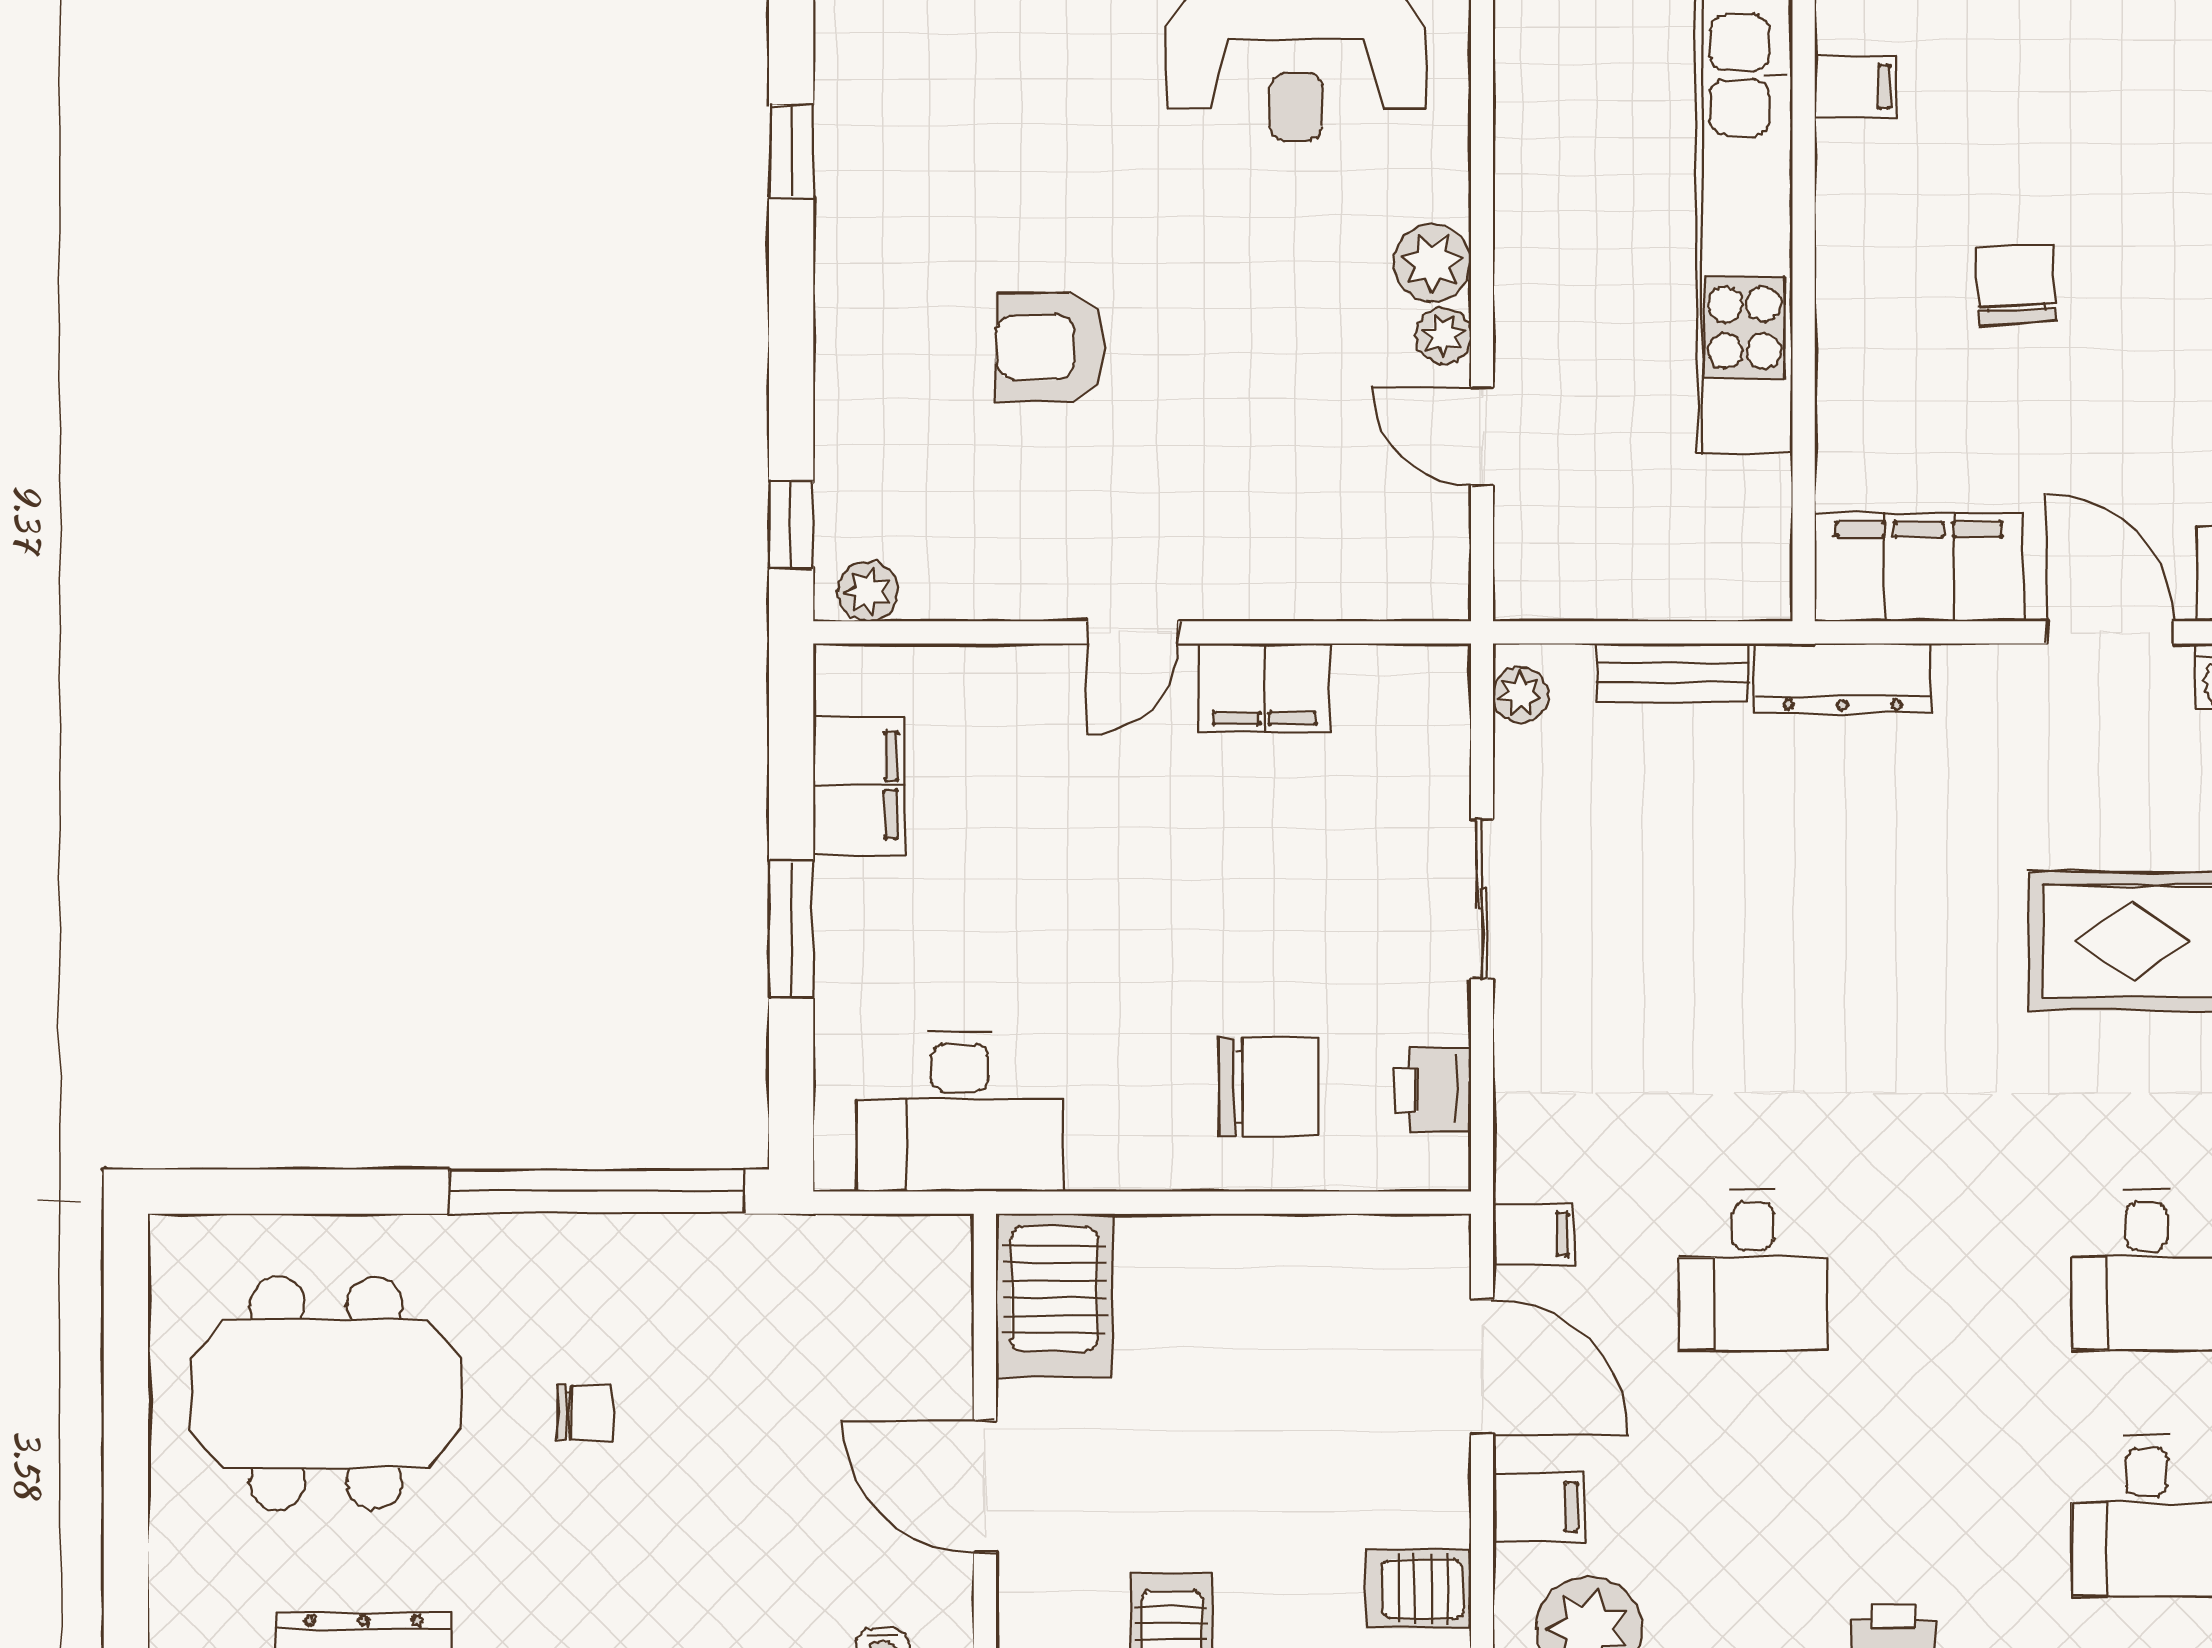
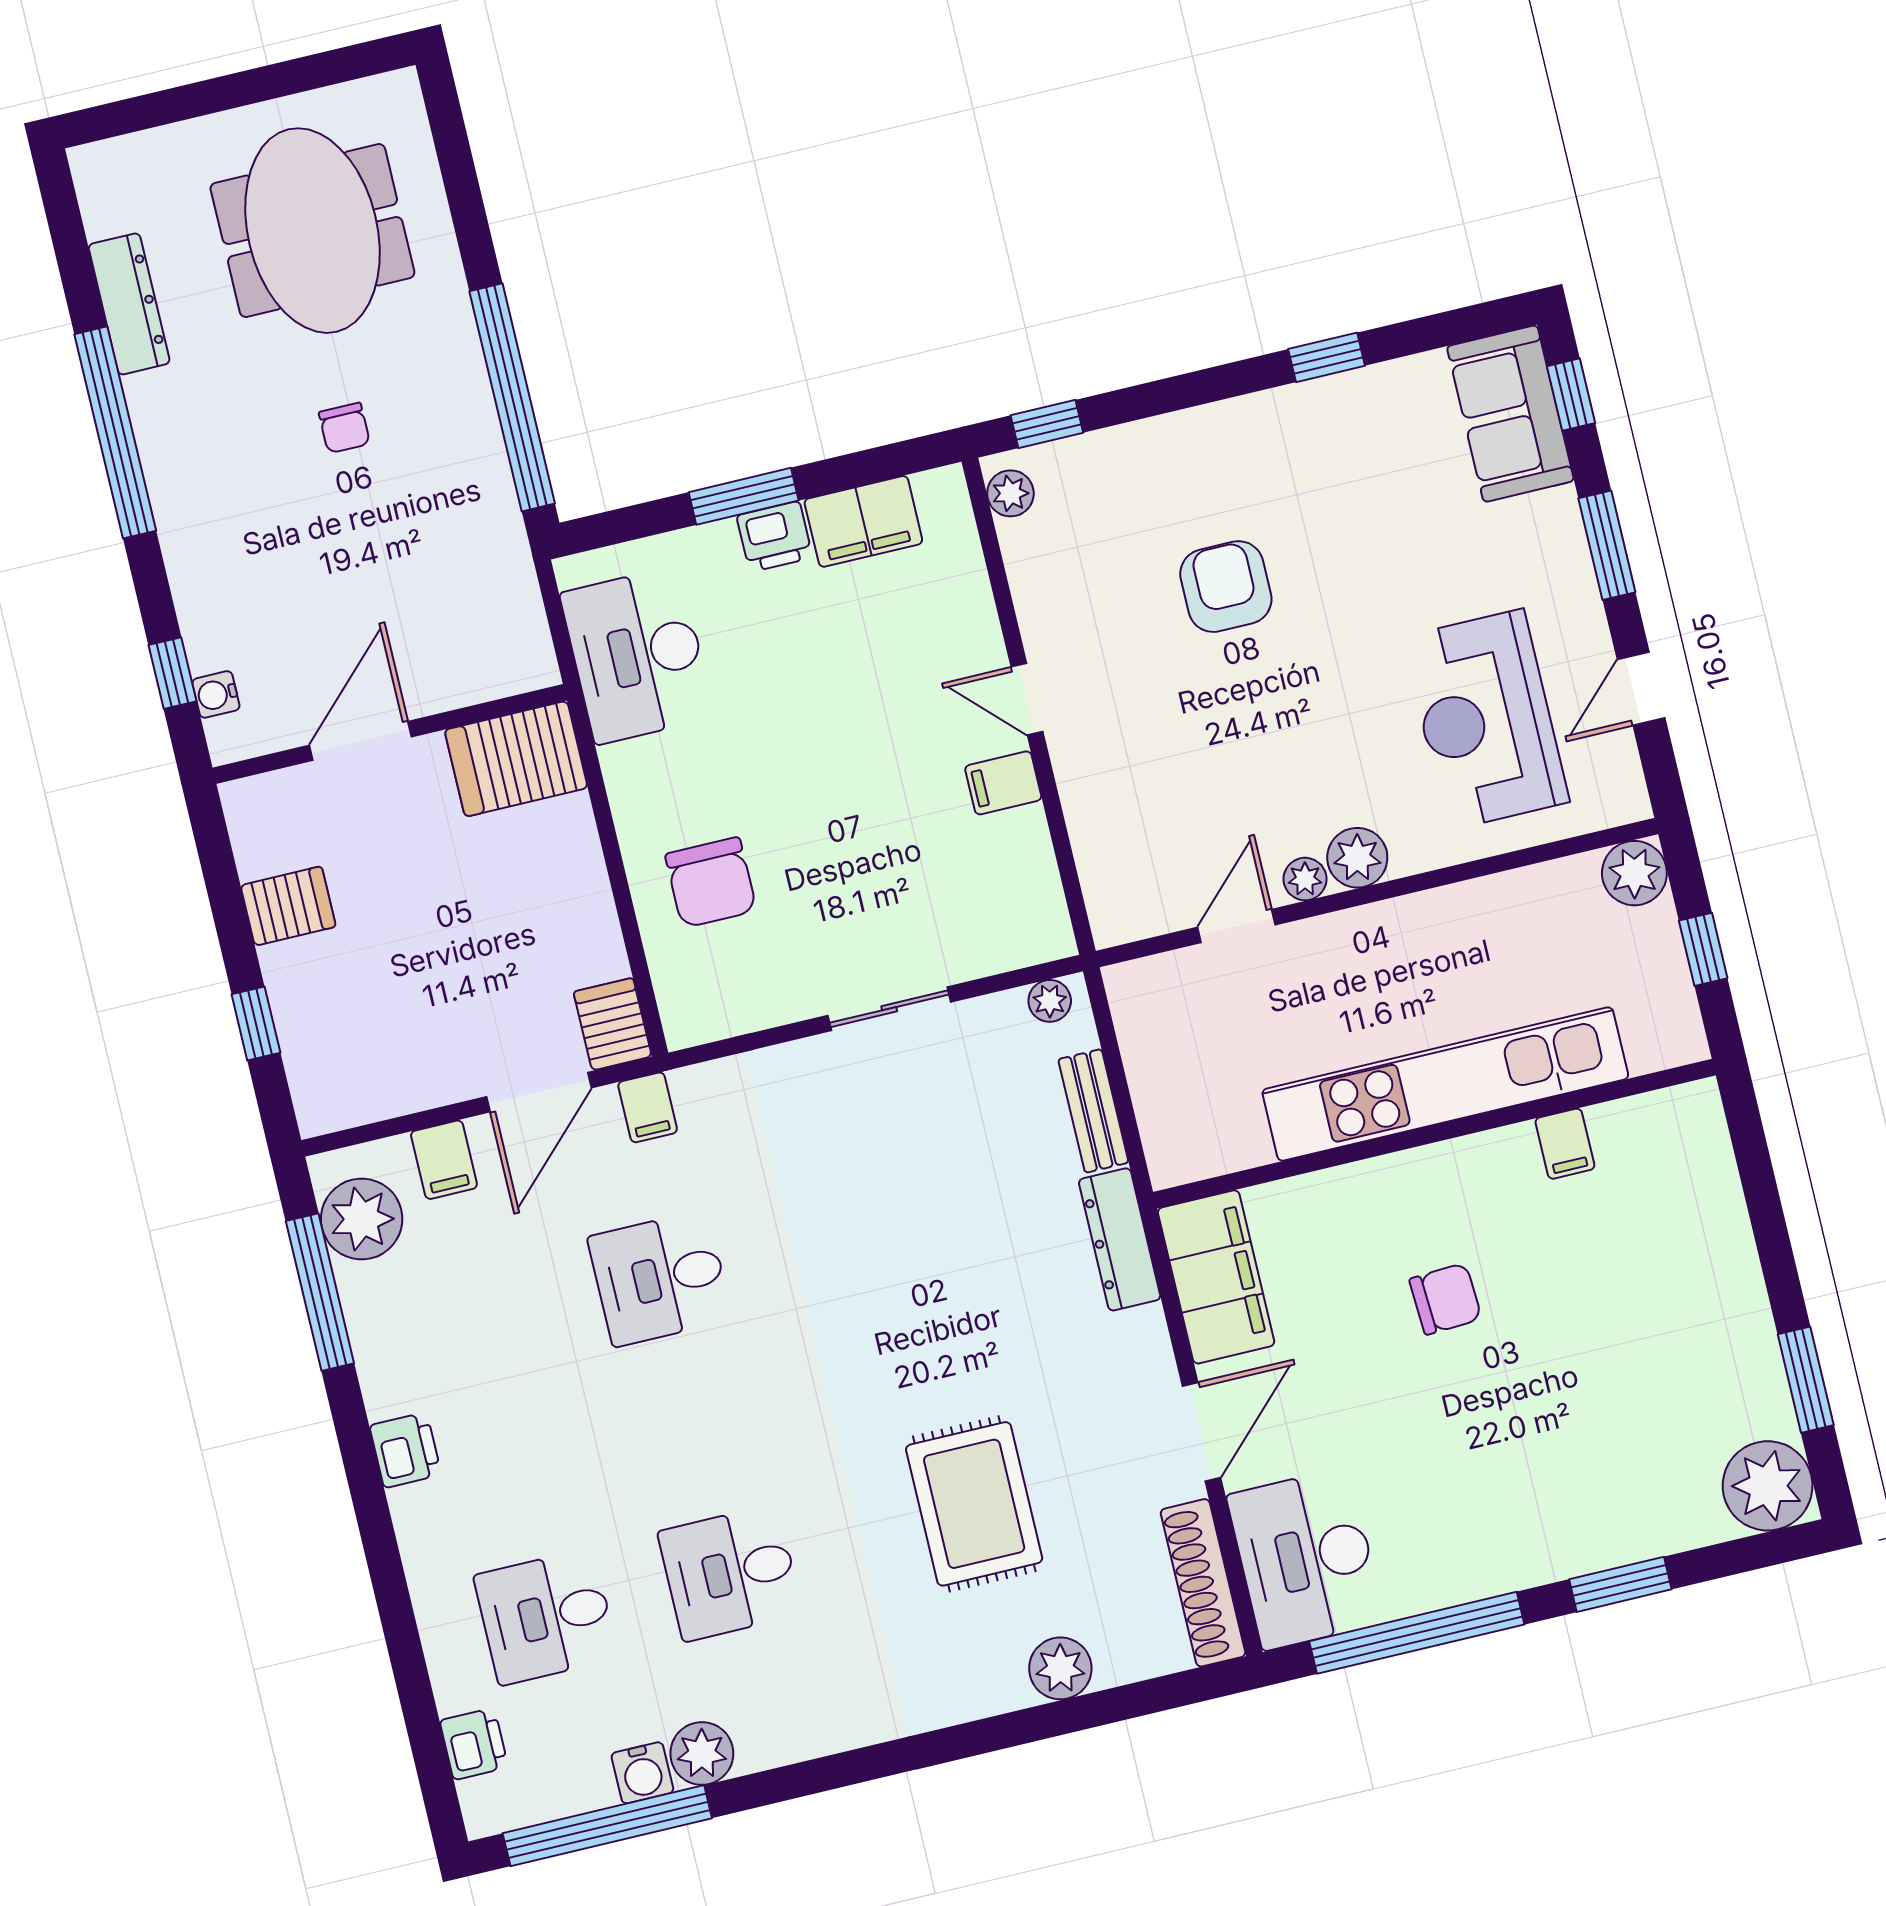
filing cabinet: (1264, 688) -> (1003, 783), width x0.50
printer: (1433, 1090) -> (775, 537), moved, turned 180
server rack: (1418, 1589) -> (613, 1024), moved

